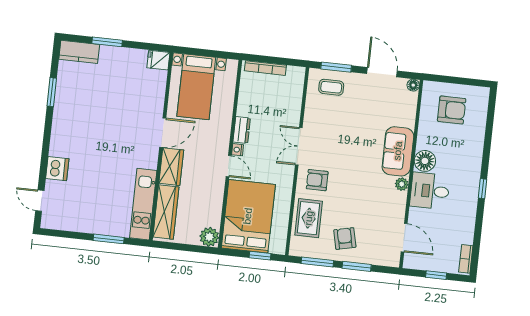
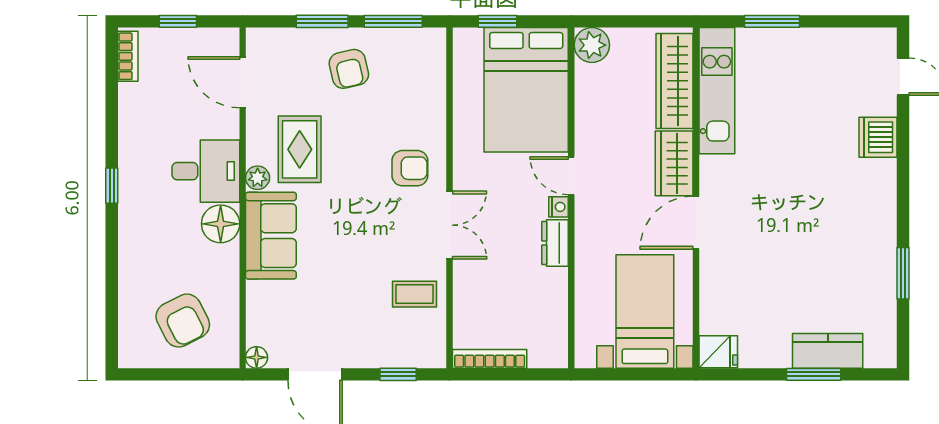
kitchen counter: (79, 52) -> (828, 351), moved
window: (336, 67) -> (398, 374), width x0.67
bookcase: (265, 68) -> (490, 359), moved
coffee table: (331, 87) -> (415, 294), moved
armchair: (452, 110) -> (183, 321), turned -117
rug: (309, 218) -> (300, 149), moved

